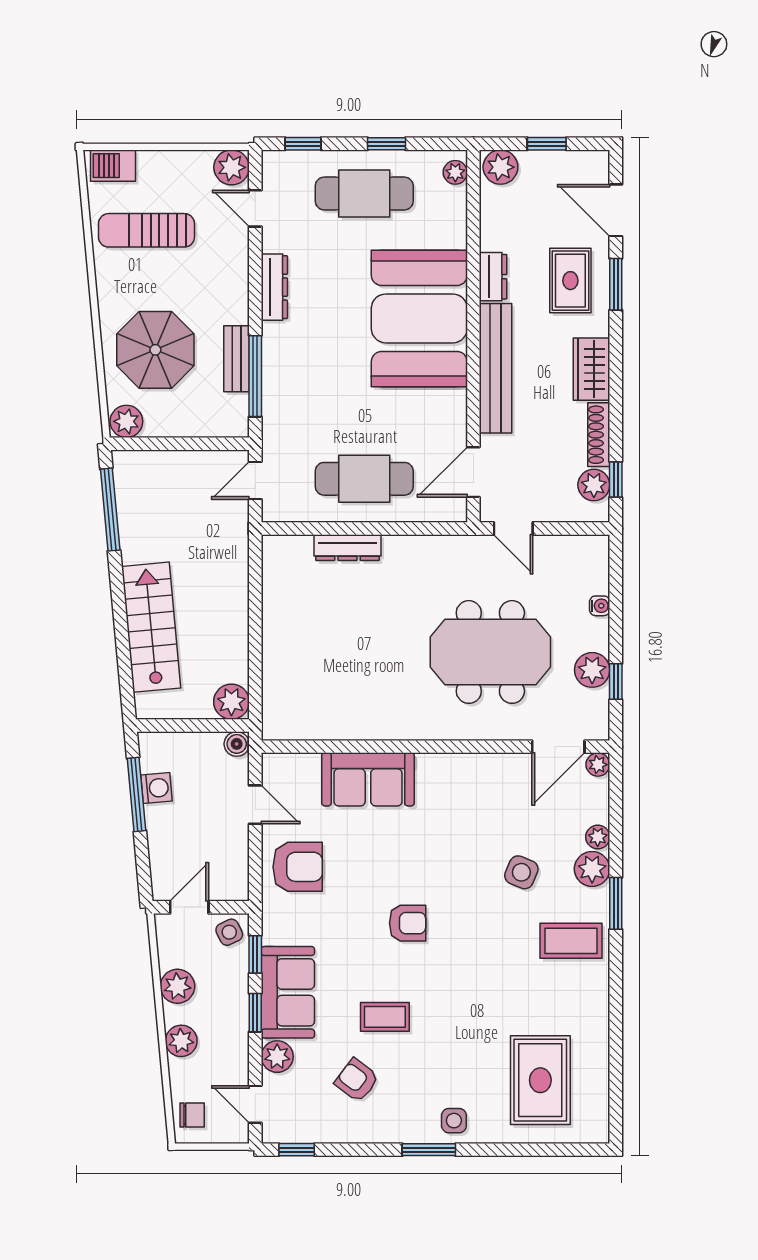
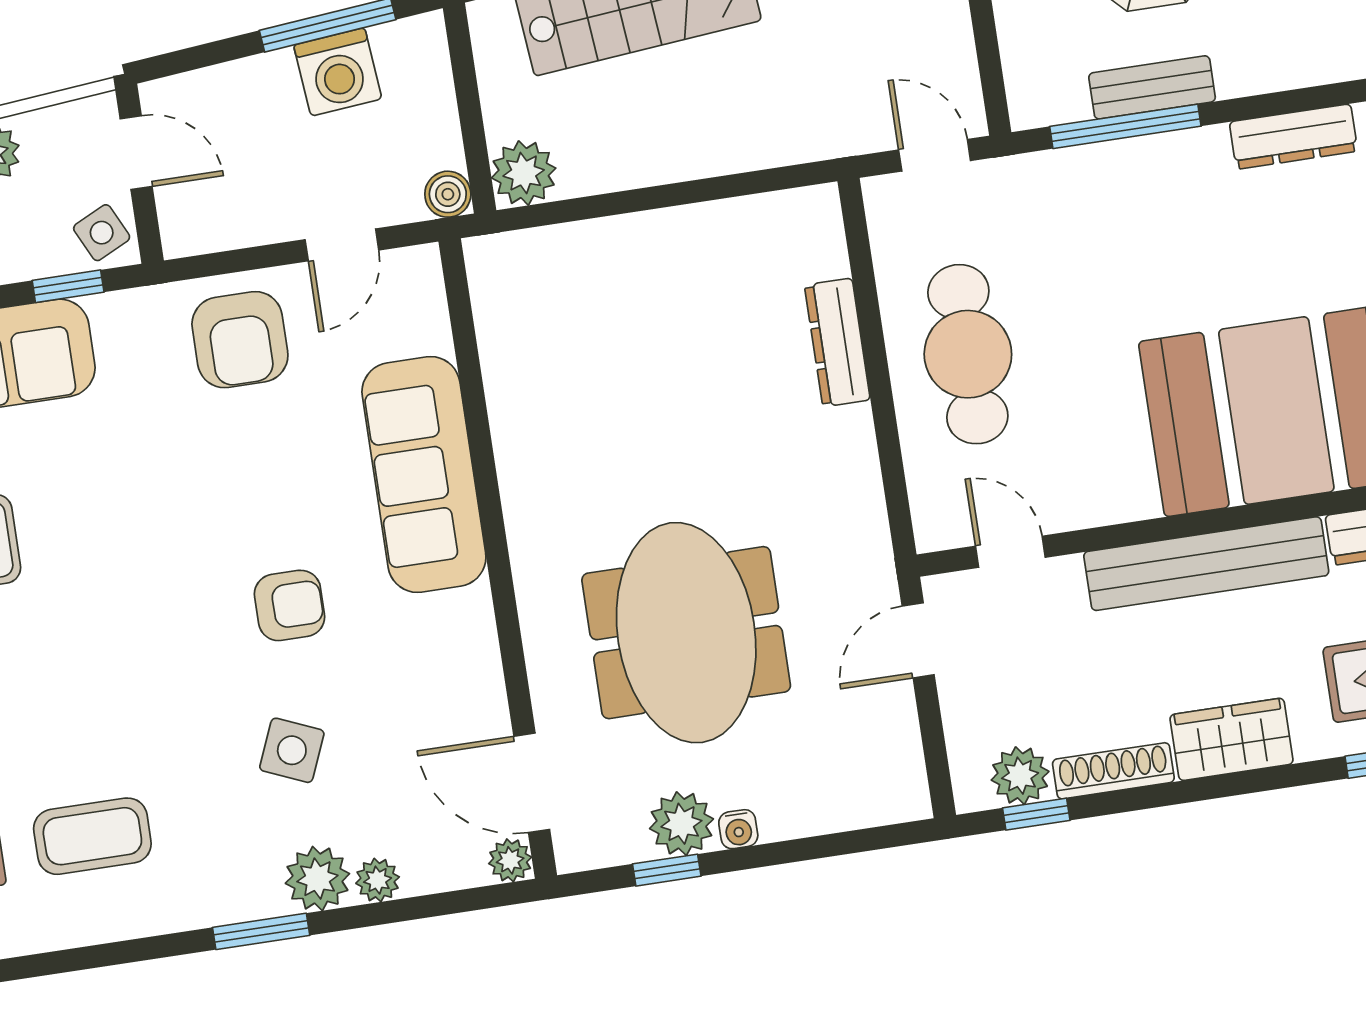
door: (473, 472) -> (1010, 552), width x0.73
water cooler: (600, 606) -> (738, 829), moved
sofa: (368, 779) -> (424, 474), width x1.36
washing machine: (156, 788) -> (338, 72), width x1.38, depth x1.38
armchair: (408, 923) -> (290, 605), moved, turned -90
coffee table: (571, 941) -> (92, 836), moved, turned 90

